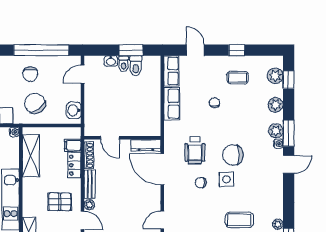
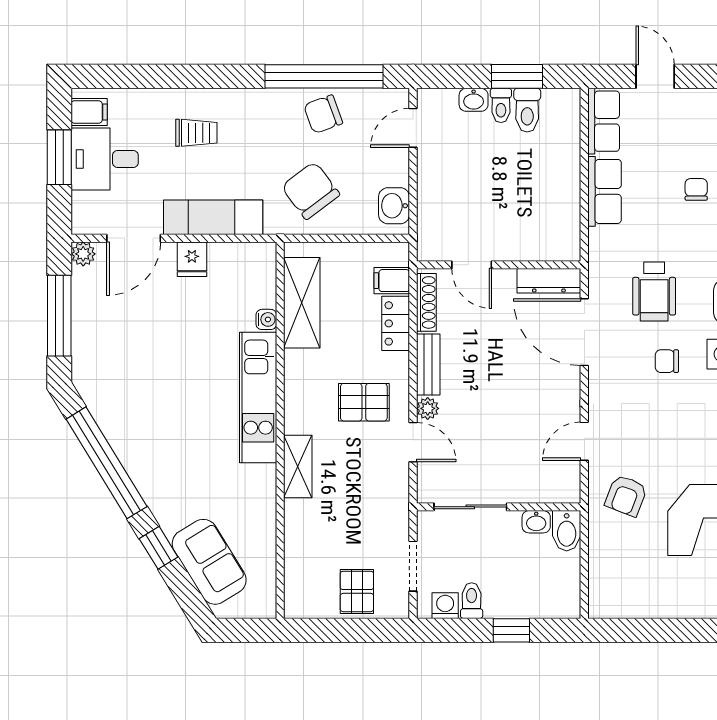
chair: (30, 74) -> (323, 114), moved, turned 70
water cooler: (14, 132) -> (266, 319), moved

